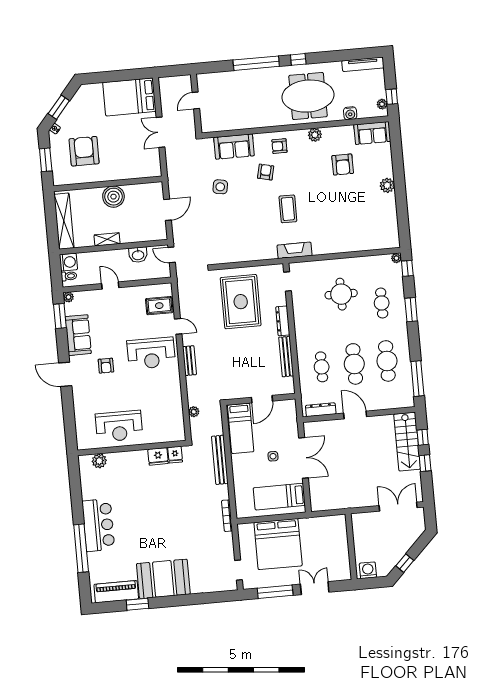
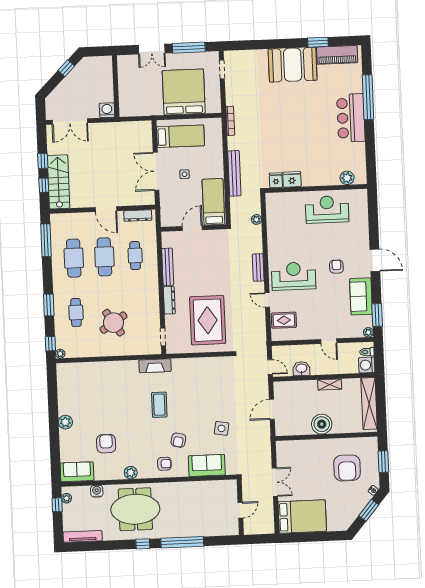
round table: (341, 294) -> (113, 323), turned -33
washing machine: (368, 570) -> (107, 110), moved, turned 180

